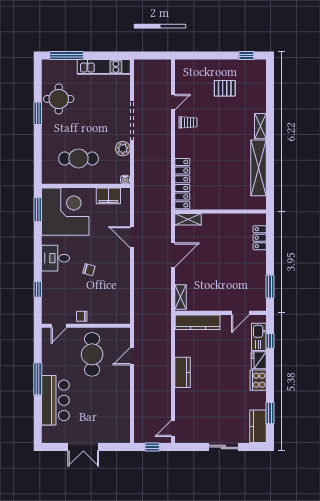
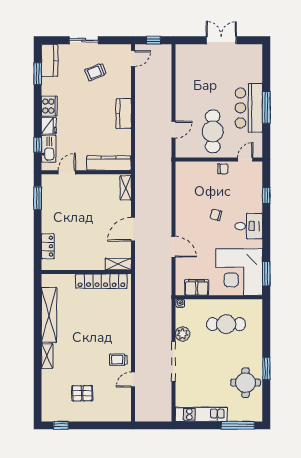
locker: (182, 184) -> (101, 281), moved, turned -90
bar counter: (55, 400) -> (249, 108), moved
trolley: (211, 415) -> (96, 72), added

